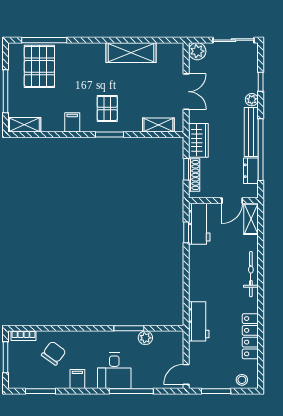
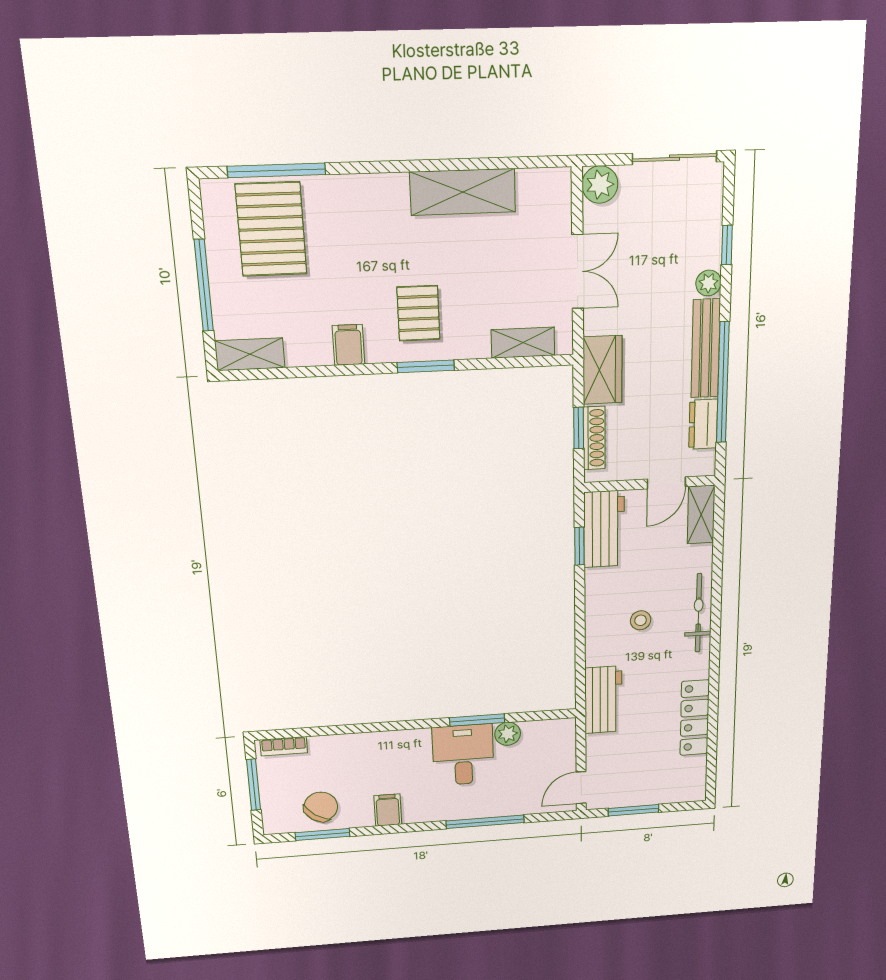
chair: (54, 353) -> (321, 807), moved
desk: (114, 371) -> (463, 755), moved, turned 180
stool: (242, 380) -> (641, 620), moved

